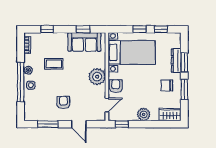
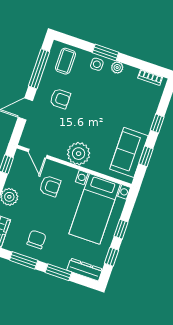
window: (47, 29) -> (157, 123), moved
dresser: (176, 61) -> (85, 270), moved
coffee table: (54, 64) -> (65, 61), moved
window: (21, 82) -> (106, 53), width x0.47
armchair: (116, 86) -> (50, 186), moved
window: (48, 124) -> (39, 69), width x1.44

